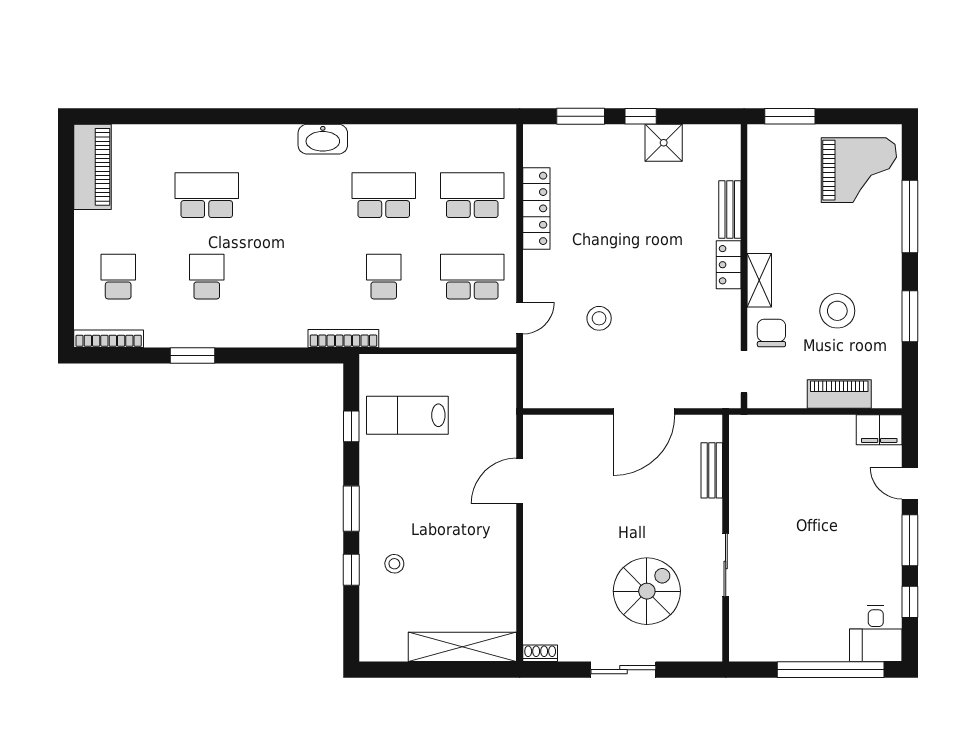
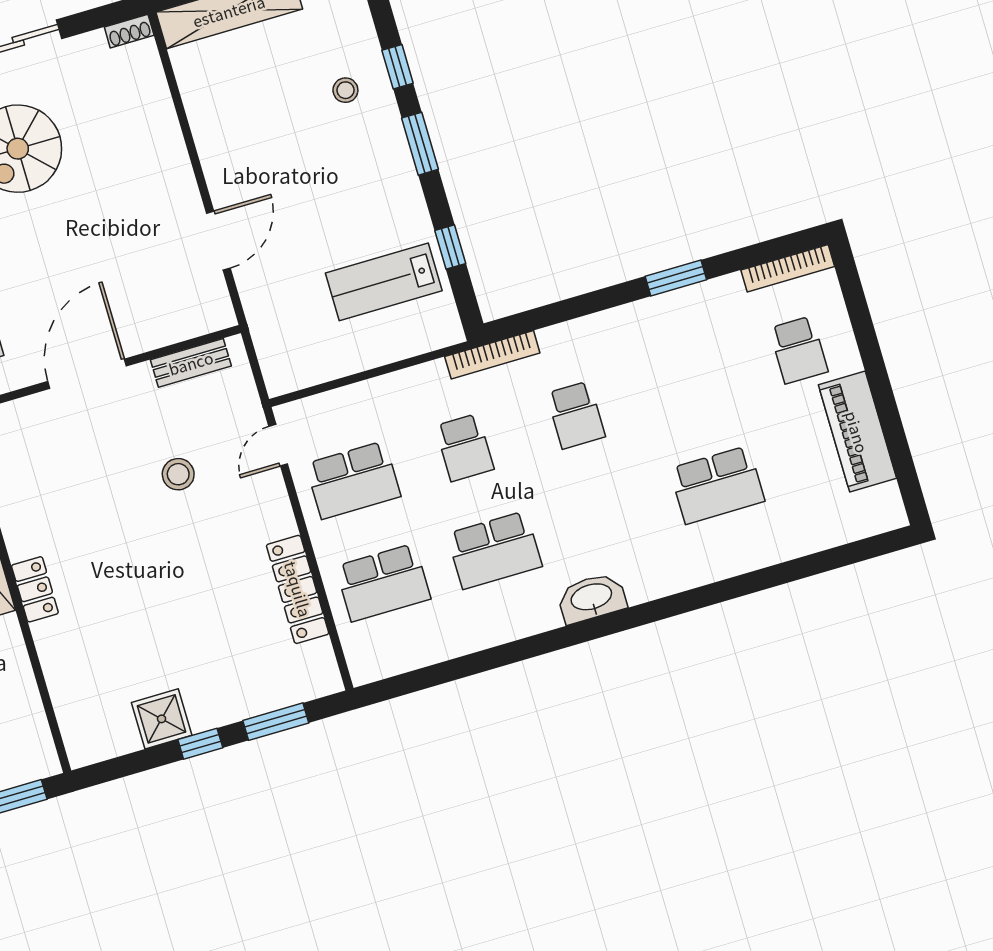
piano: (93, 167) -> (857, 432), moved
bench: (730, 209) -> (191, 363), moved, turned 90
school desk: (207, 277) -> (576, 415), moved
lab bench: (407, 415) -> (384, 282), turned 180

